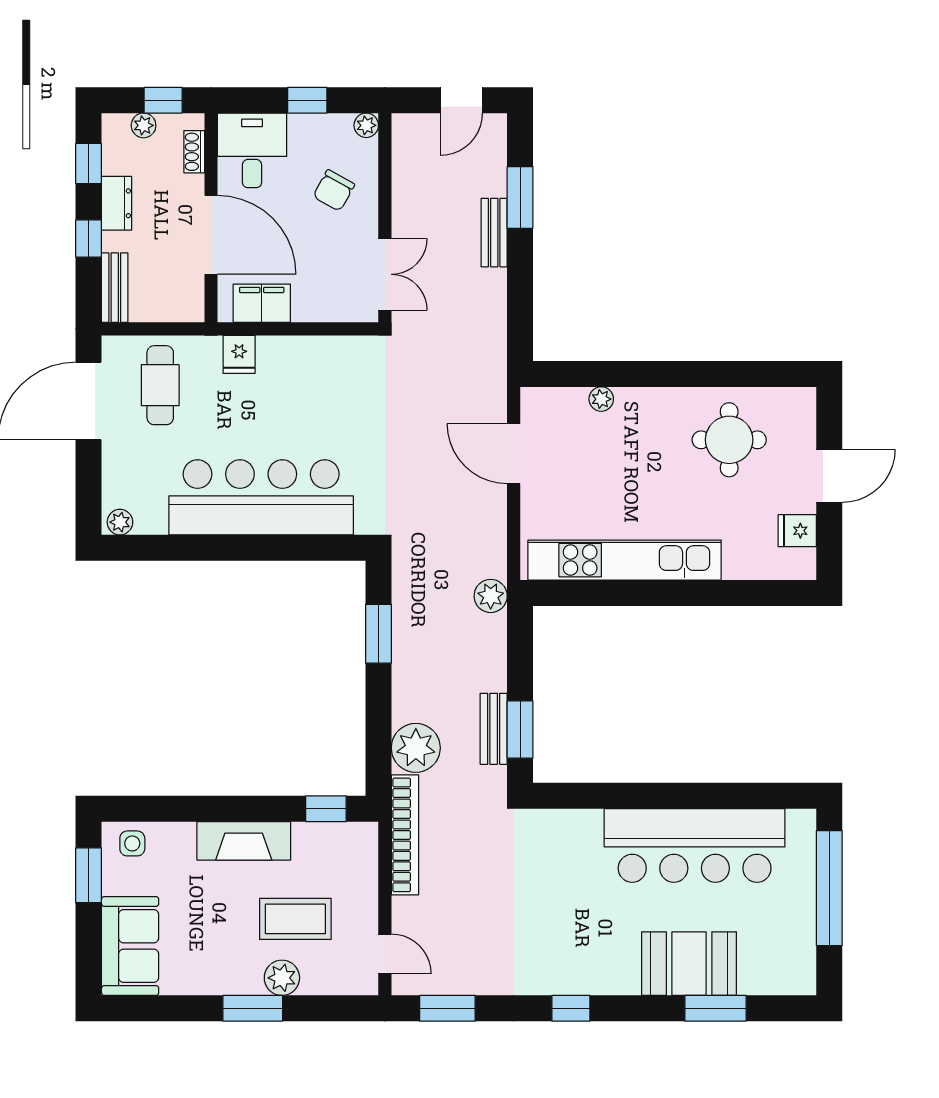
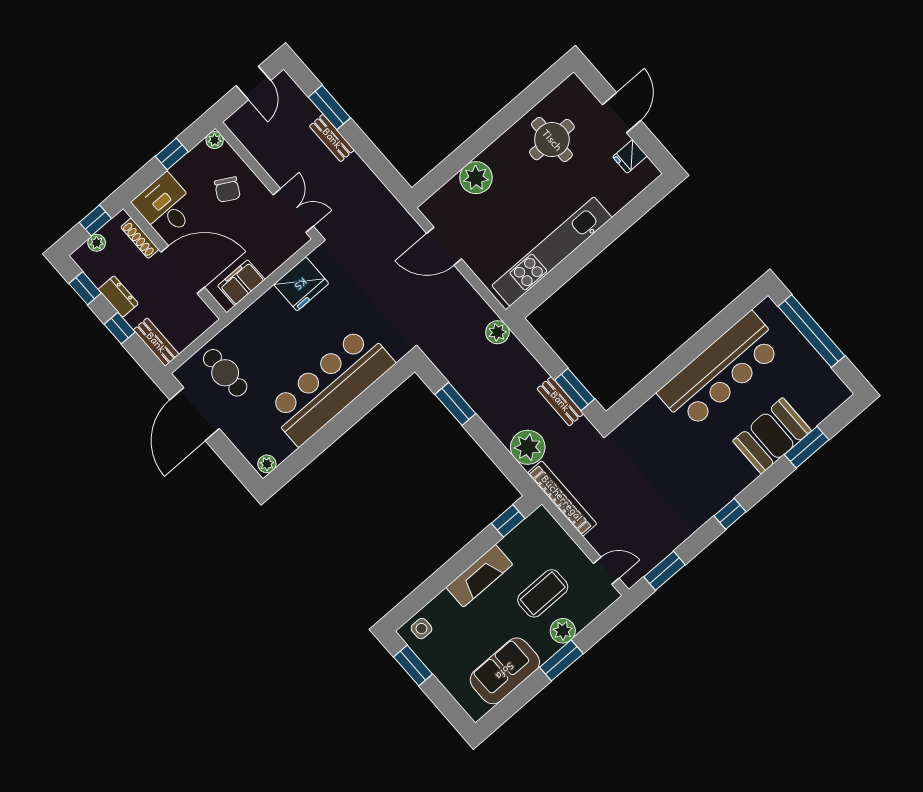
shoe rack: (194, 152) -> (140, 238), width x1.43
fridge: (239, 354) -> (301, 284), moved, width x1.88, depth x1.34
plant: (601, 399) -> (476, 178), width x1.87, depth x1.87
sofa: (130, 946) -> (505, 671), moved, turned -90

